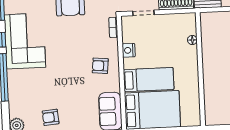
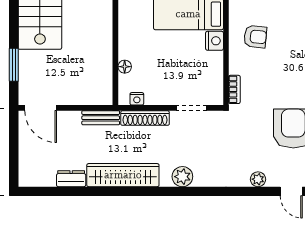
nightstand: (183, 17) -> (137, 99), added
nightstand: (129, 50) -> (215, 41), moved

